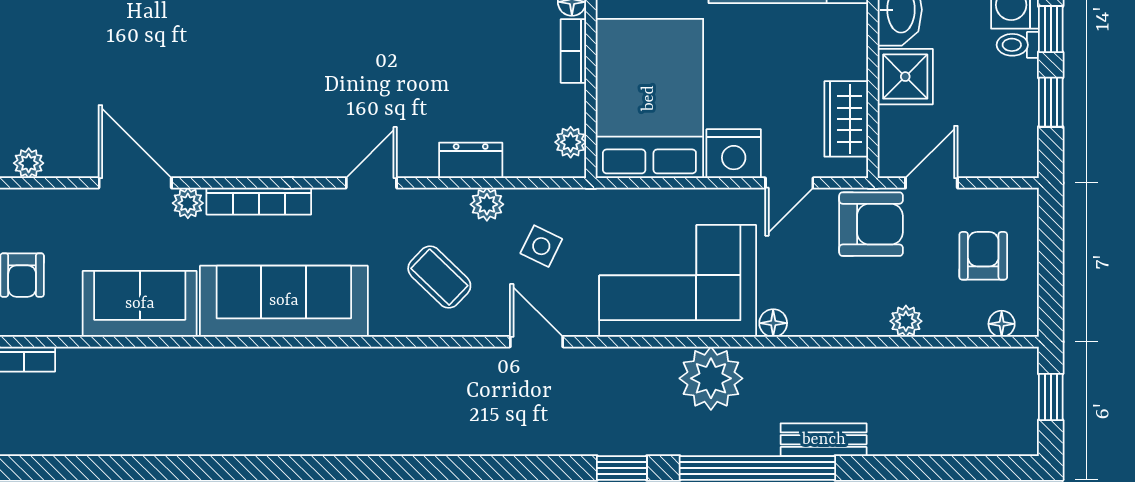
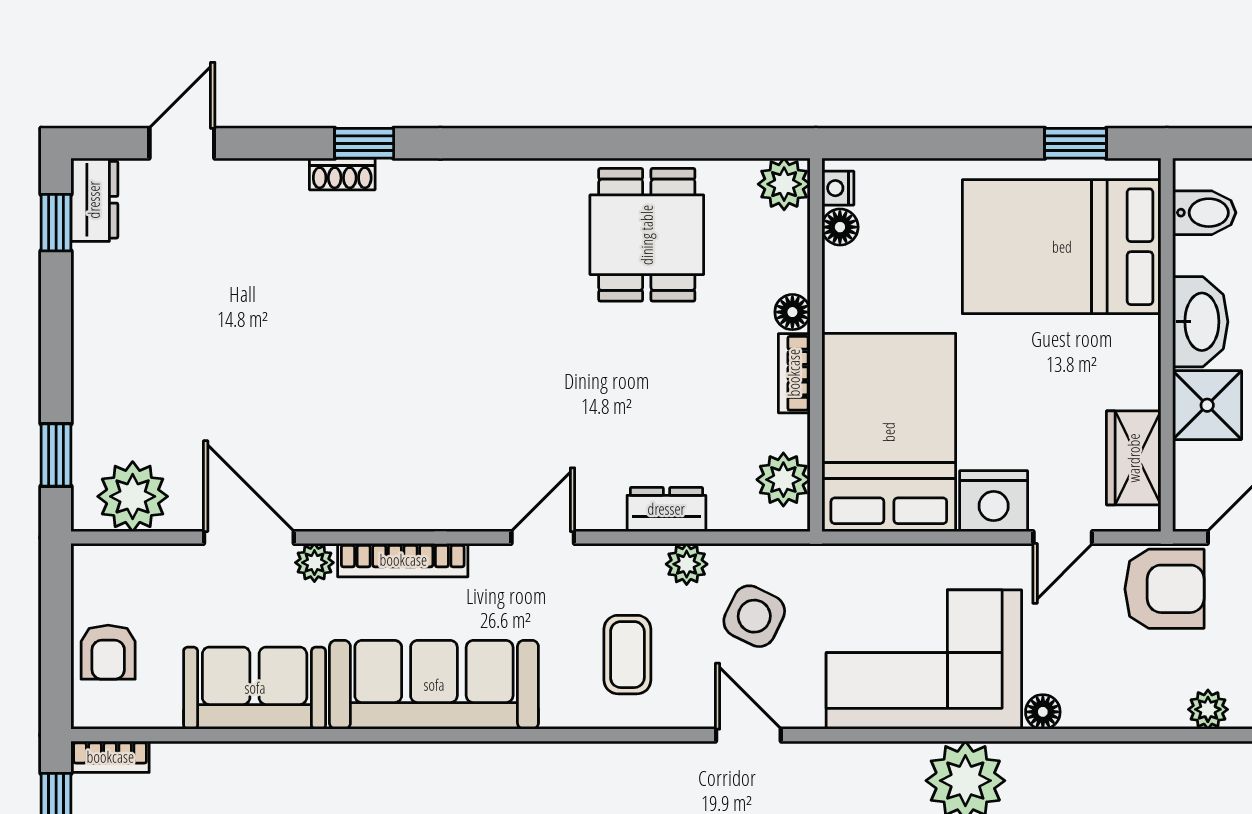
plant: (571, 142) -> (783, 480), width x1.38, depth x1.38
plant: (29, 163) -> (133, 496), width x1.87, depth x1.87
side table: (541, 246) -> (754, 616), width x1.37, depth x1.37
coffee table: (439, 277) -> (627, 655), turned 46

